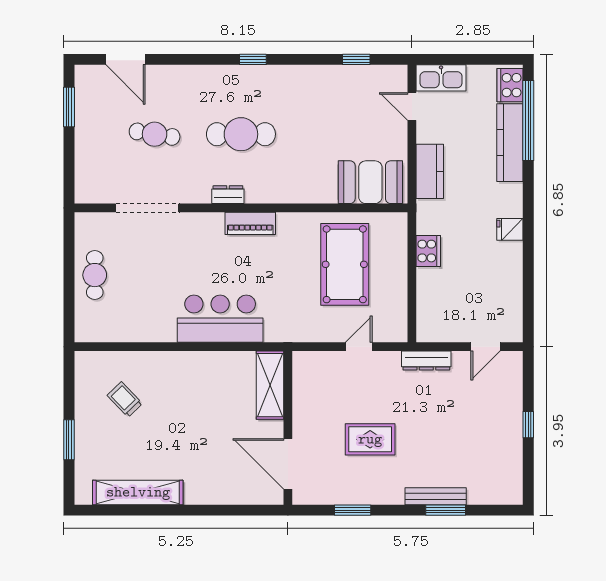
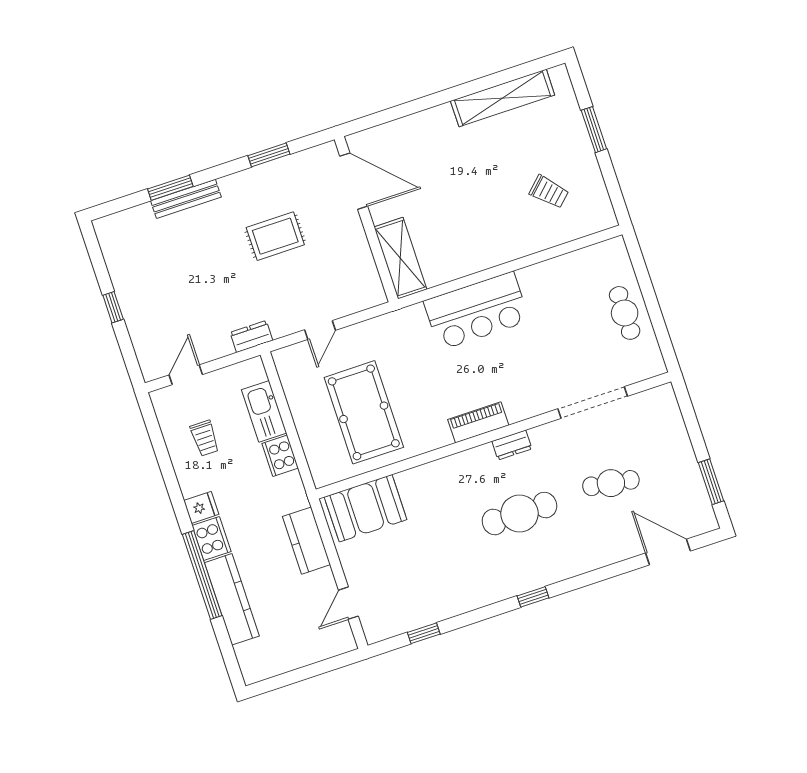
kitchen sink: (441, 78) -> (264, 411), moved, turned -90
cooker: (510, 85) -> (211, 539), moved
door: (412, 106) -> (348, 603), swing flipped
window: (528, 121) -> (202, 575), moved
trolley: (487, 287) -> (205, 438), added
dresser: (426, 361) -> (251, 336), width x0.70

